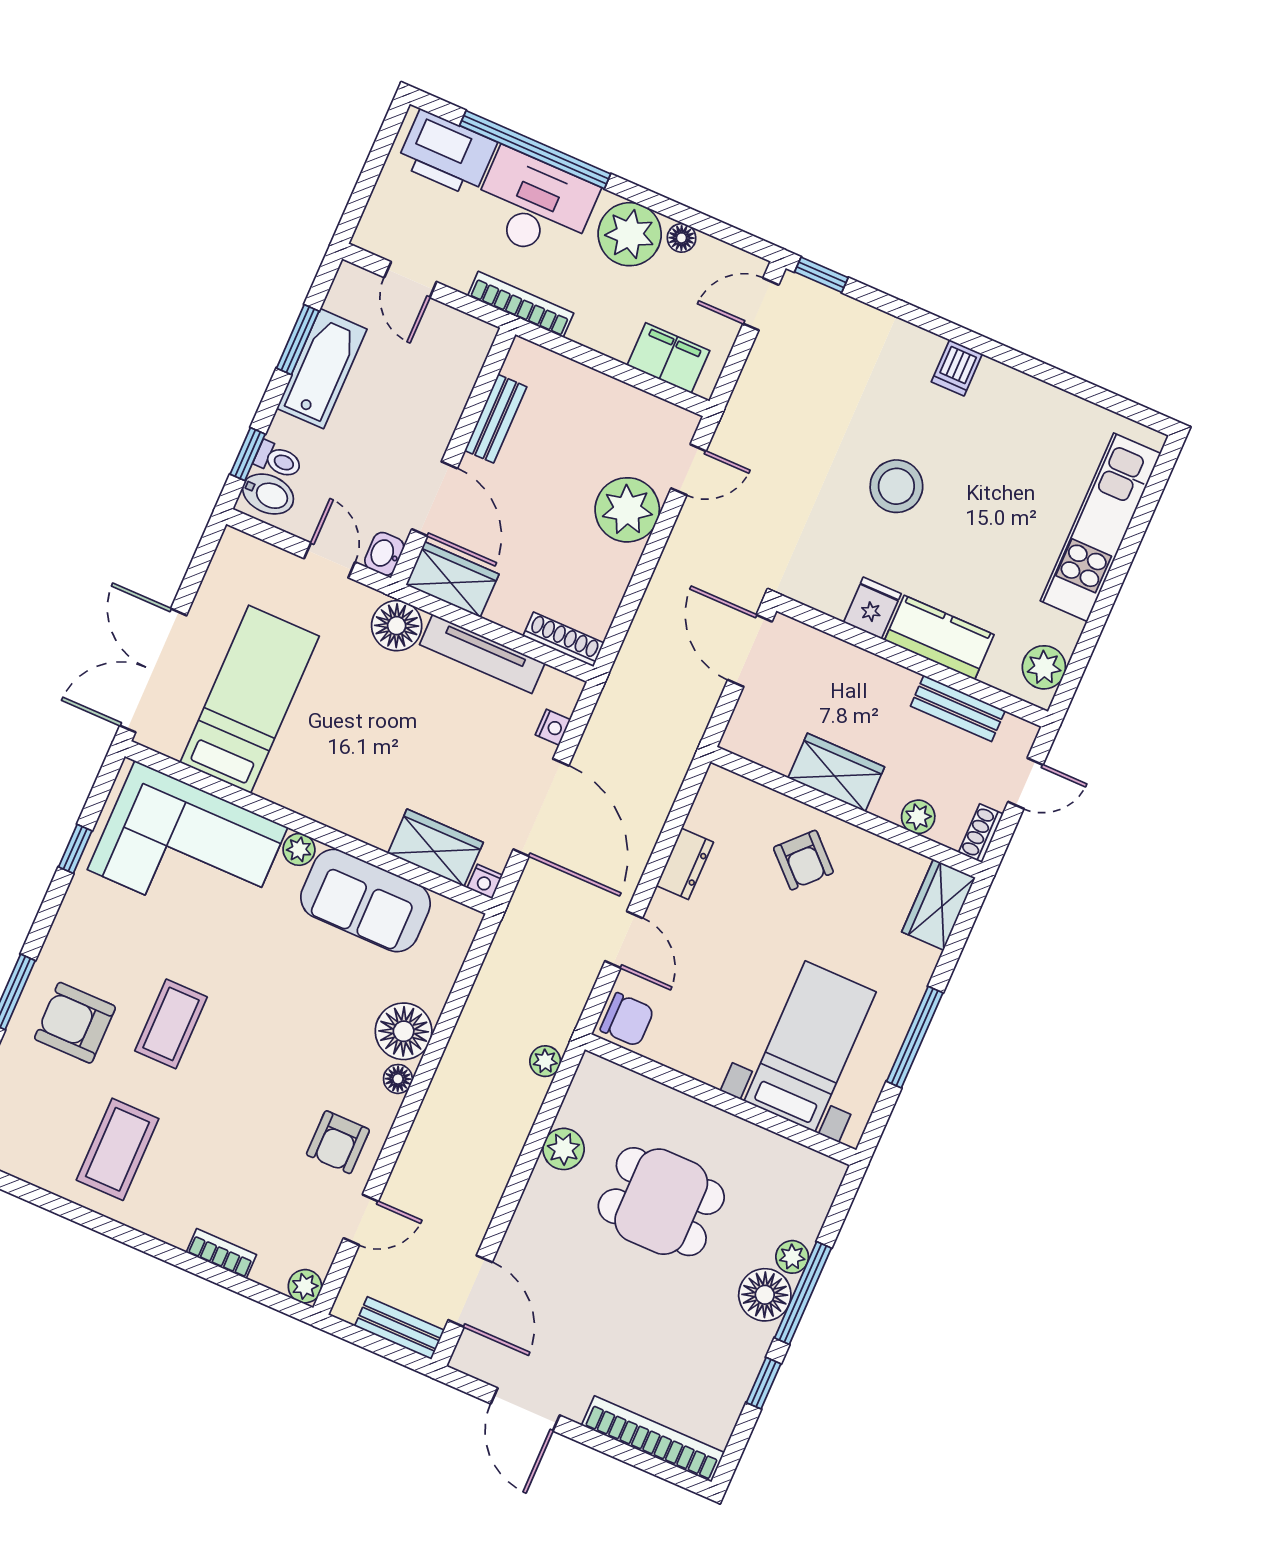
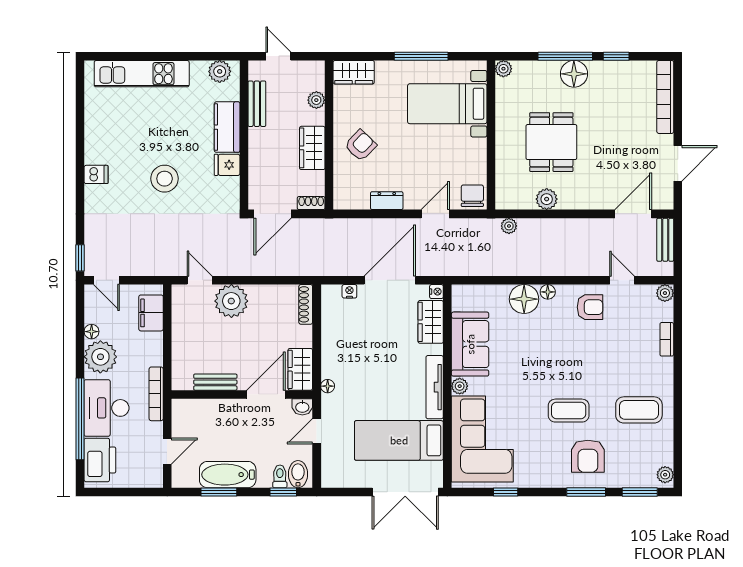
floor lamp: (397, 626) -> (328, 386), width x0.53, depth x0.53
tv unit: (482, 654) -> (435, 387), moved, turned 180
shoe rack: (981, 833) -> (311, 203), moved, turned 180
plant: (792, 1257) -> (503, 69), moved

